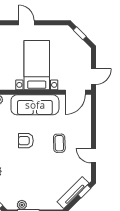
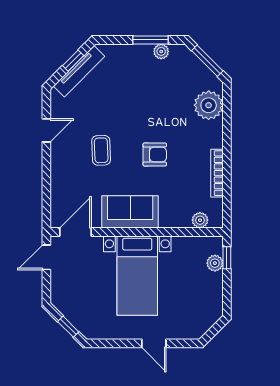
sofa: (35, 105) -> (130, 212), width x0.73
door: (93, 156) -> (46, 130), hinge flipped
window: (84, 191) -> (73, 61), moved

